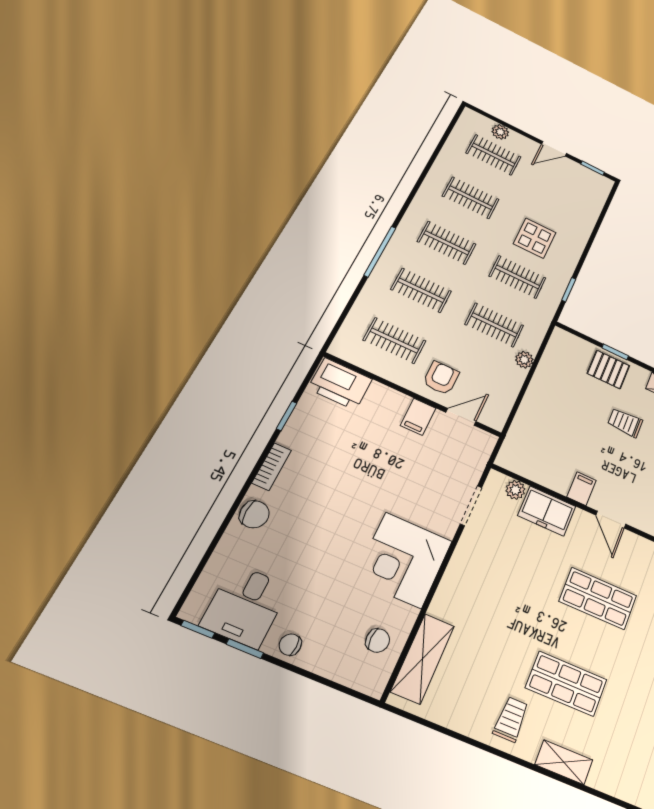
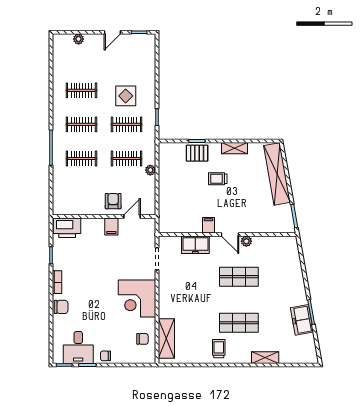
clothes rail: (493, 155) -> (81, 56), removed
clothes rail: (394, 340) -> (81, 193), removed
plant: (515, 490) -> (246, 241), moved
shelving: (564, 762) -> (265, 358), moved

